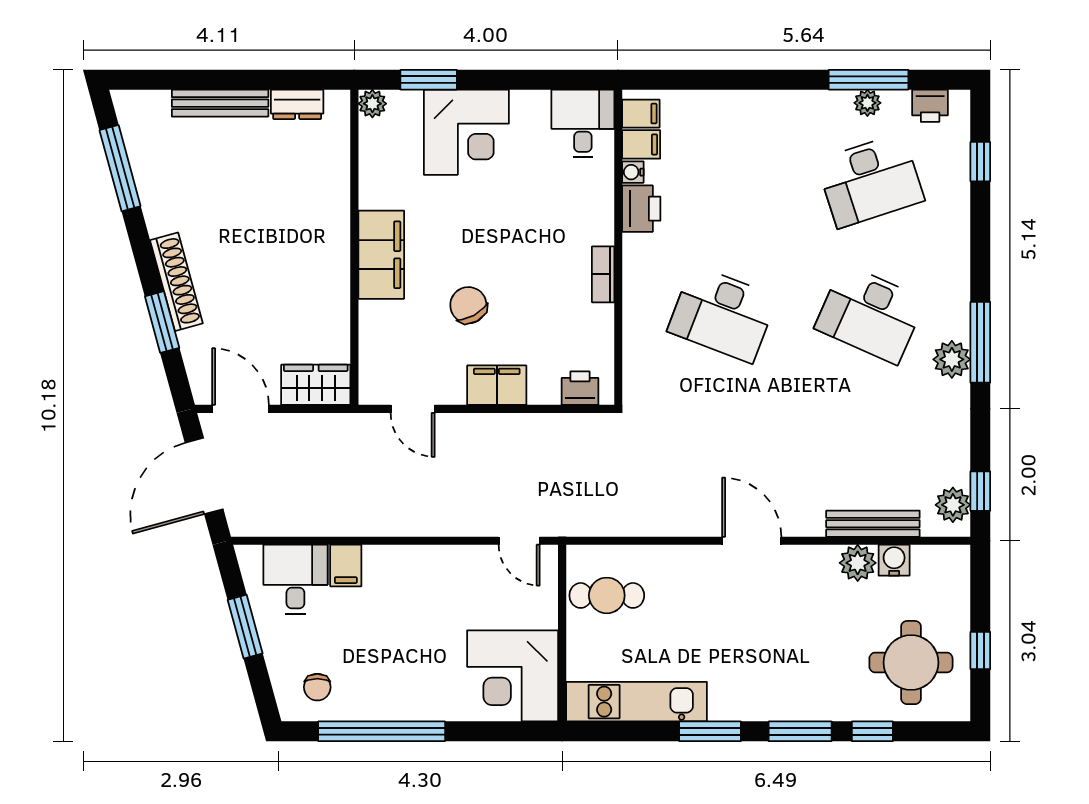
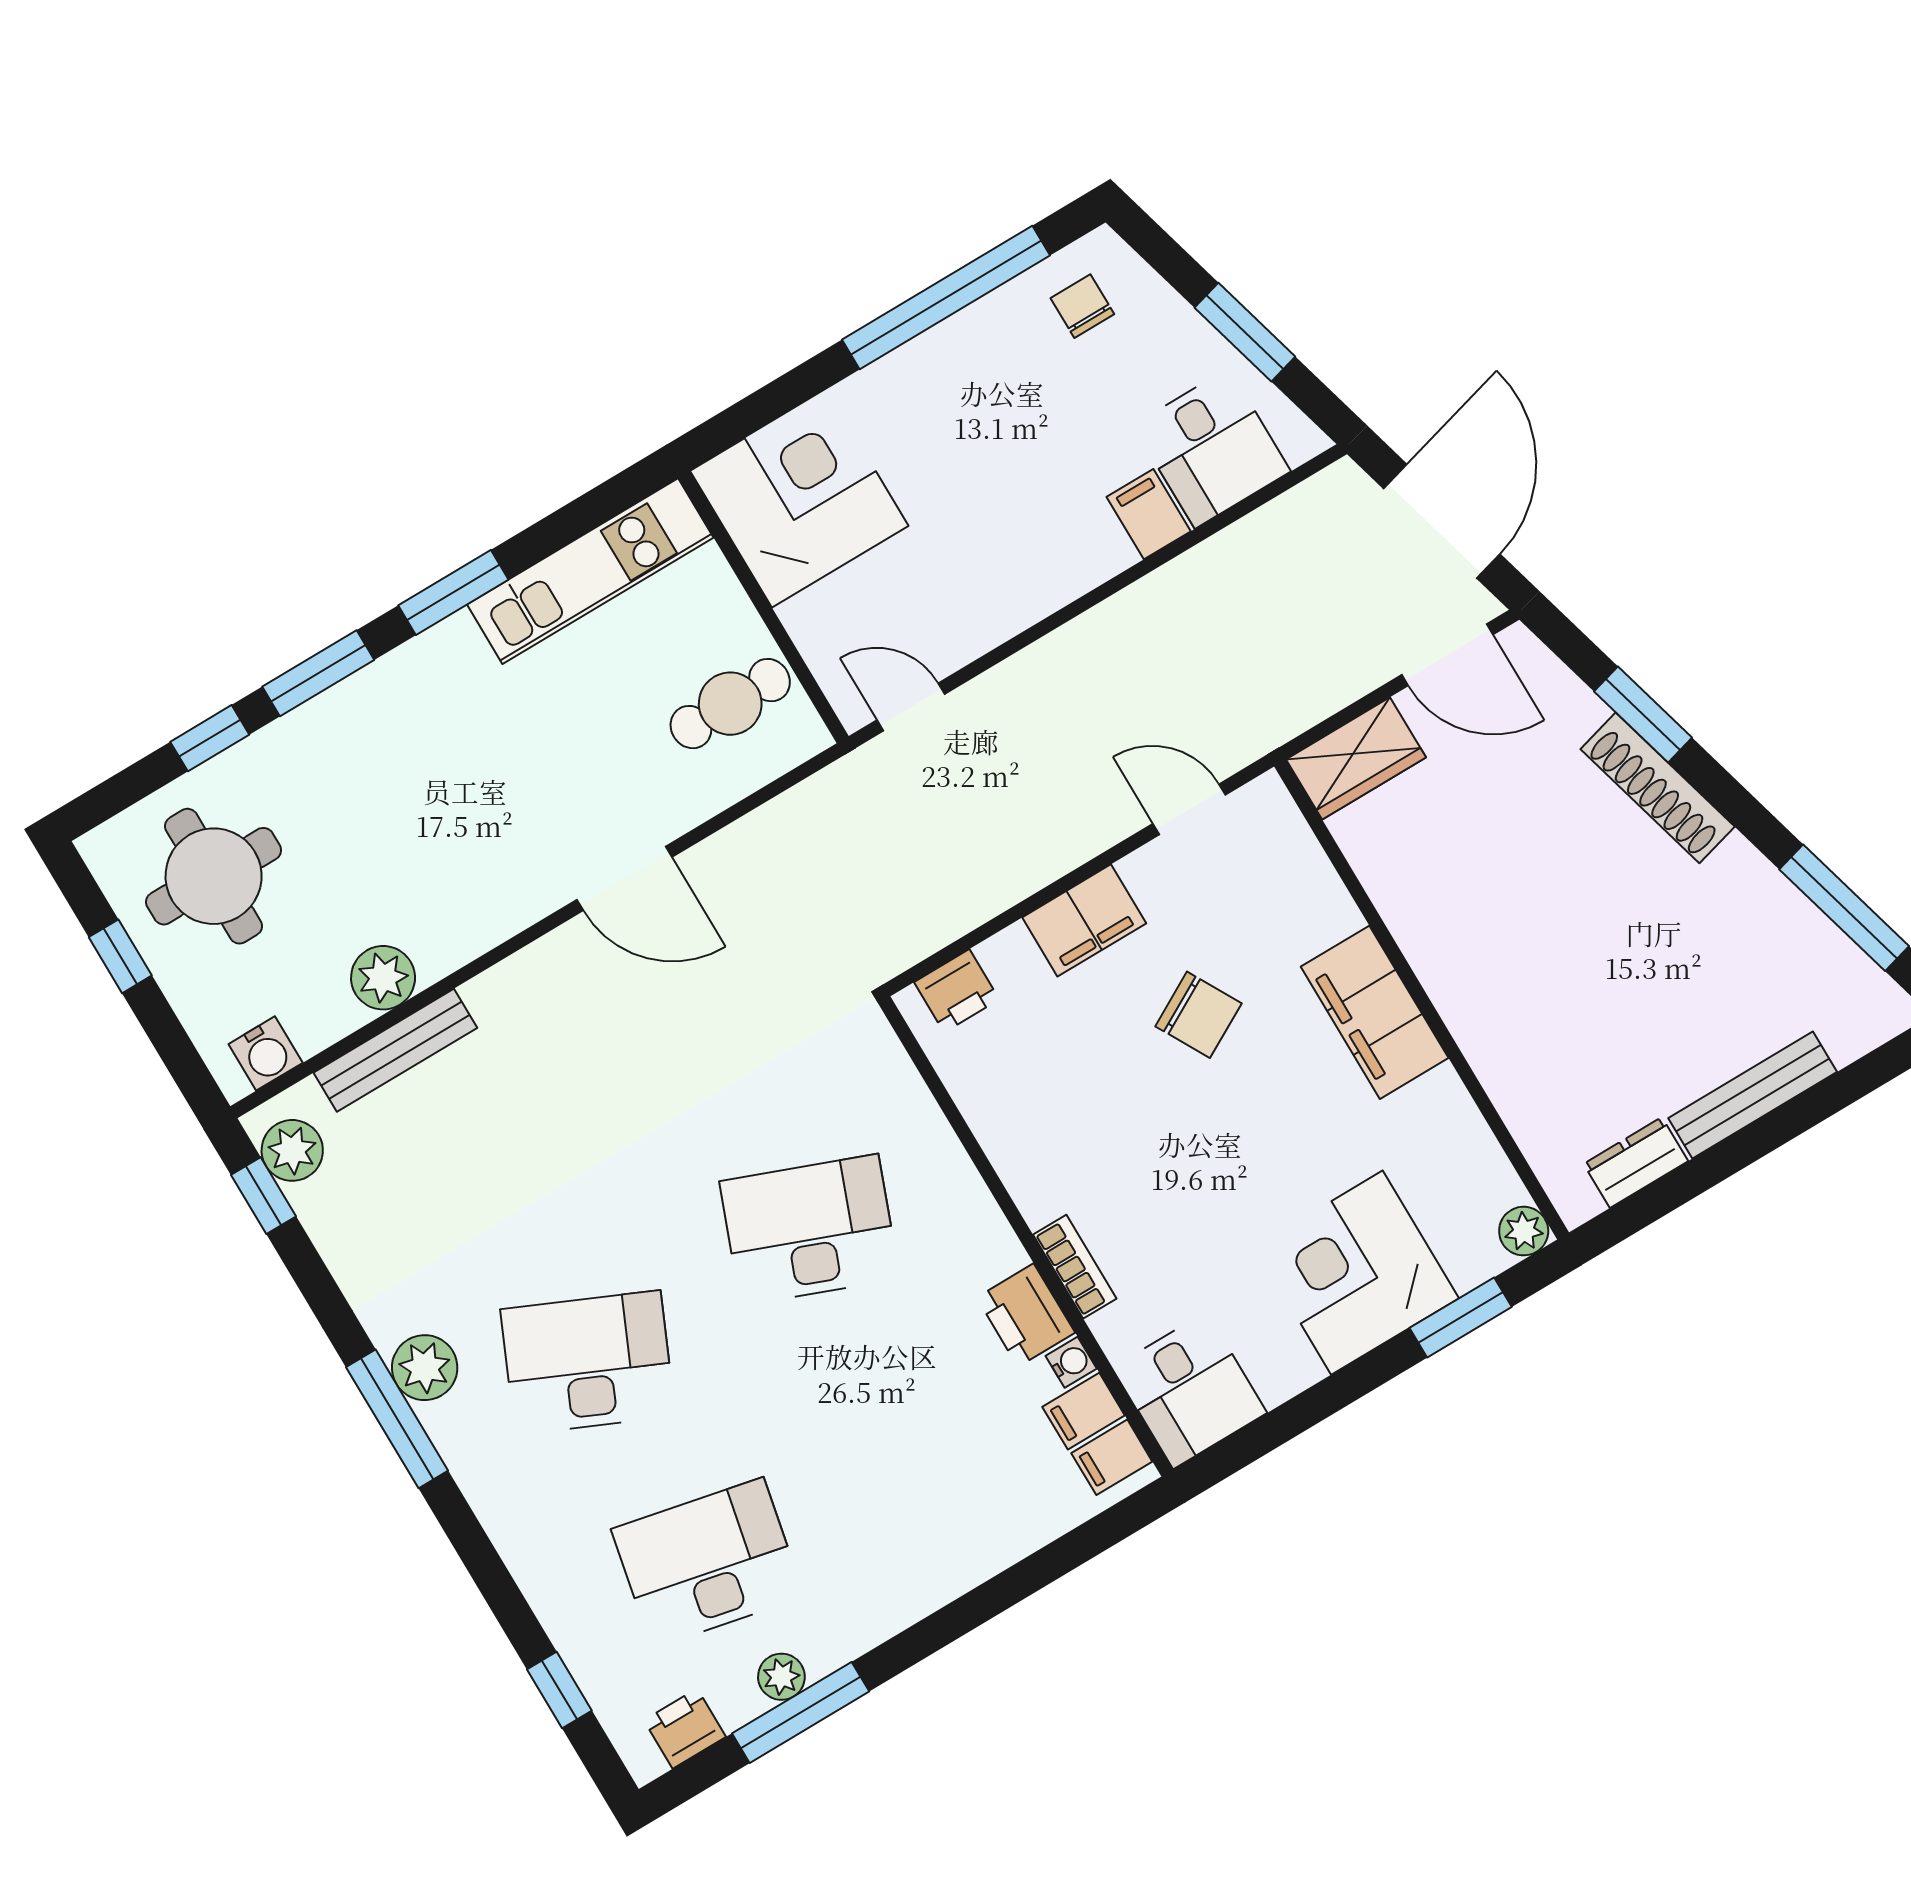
desk: (870, 180) -> (708, 1563), turned 30
bookcase: (603, 274) -> (1075, 1267), moved
door: (752, 541) -> (624, 878), moved
water cooler: (894, 560) -> (266, 1053), moved

